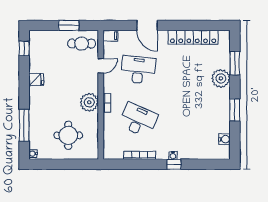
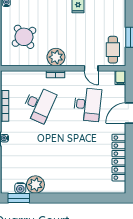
window: (235, 63) -> (94, 198), removed
plant: (221, 78) -> (35, 185), moved
window: (235, 110) -> (19, 198), moved
round table: (68, 135) -> (24, 37), turned -37

